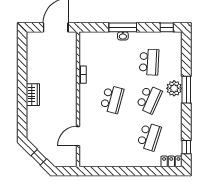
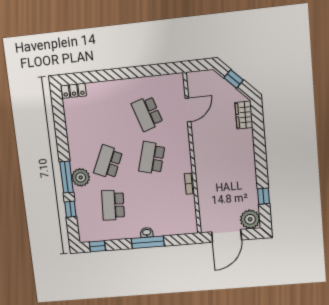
plant: (35, 40) -> (250, 219), added
window: (22, 59) -> (263, 196), added
wardrobe: (33, 95) -> (244, 115), moved
school desk: (149, 137) -> (147, 113), moved, turned -36
window: (186, 147) -> (70, 209), moved

